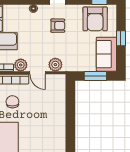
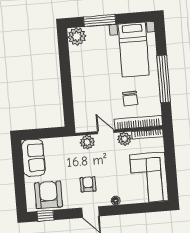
armchair: (58, 26) -> (88, 184), turned 90
window: (121, 38) -> (19, 176), removed
window: (95, 76) -> (43, 133), removed

